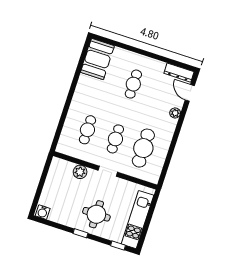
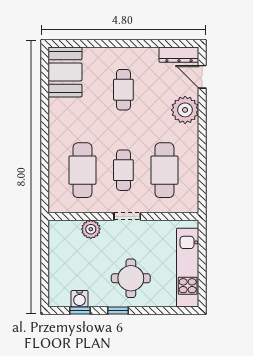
plant: (175, 113) -> (185, 110), width x1.88, depth x1.88
cafe table: (87, 130) -> (82, 170), width x1.37, depth x1.35
water cooler: (43, 212) -> (80, 299), moved
window: (118, 246) -> (80, 310), moved

